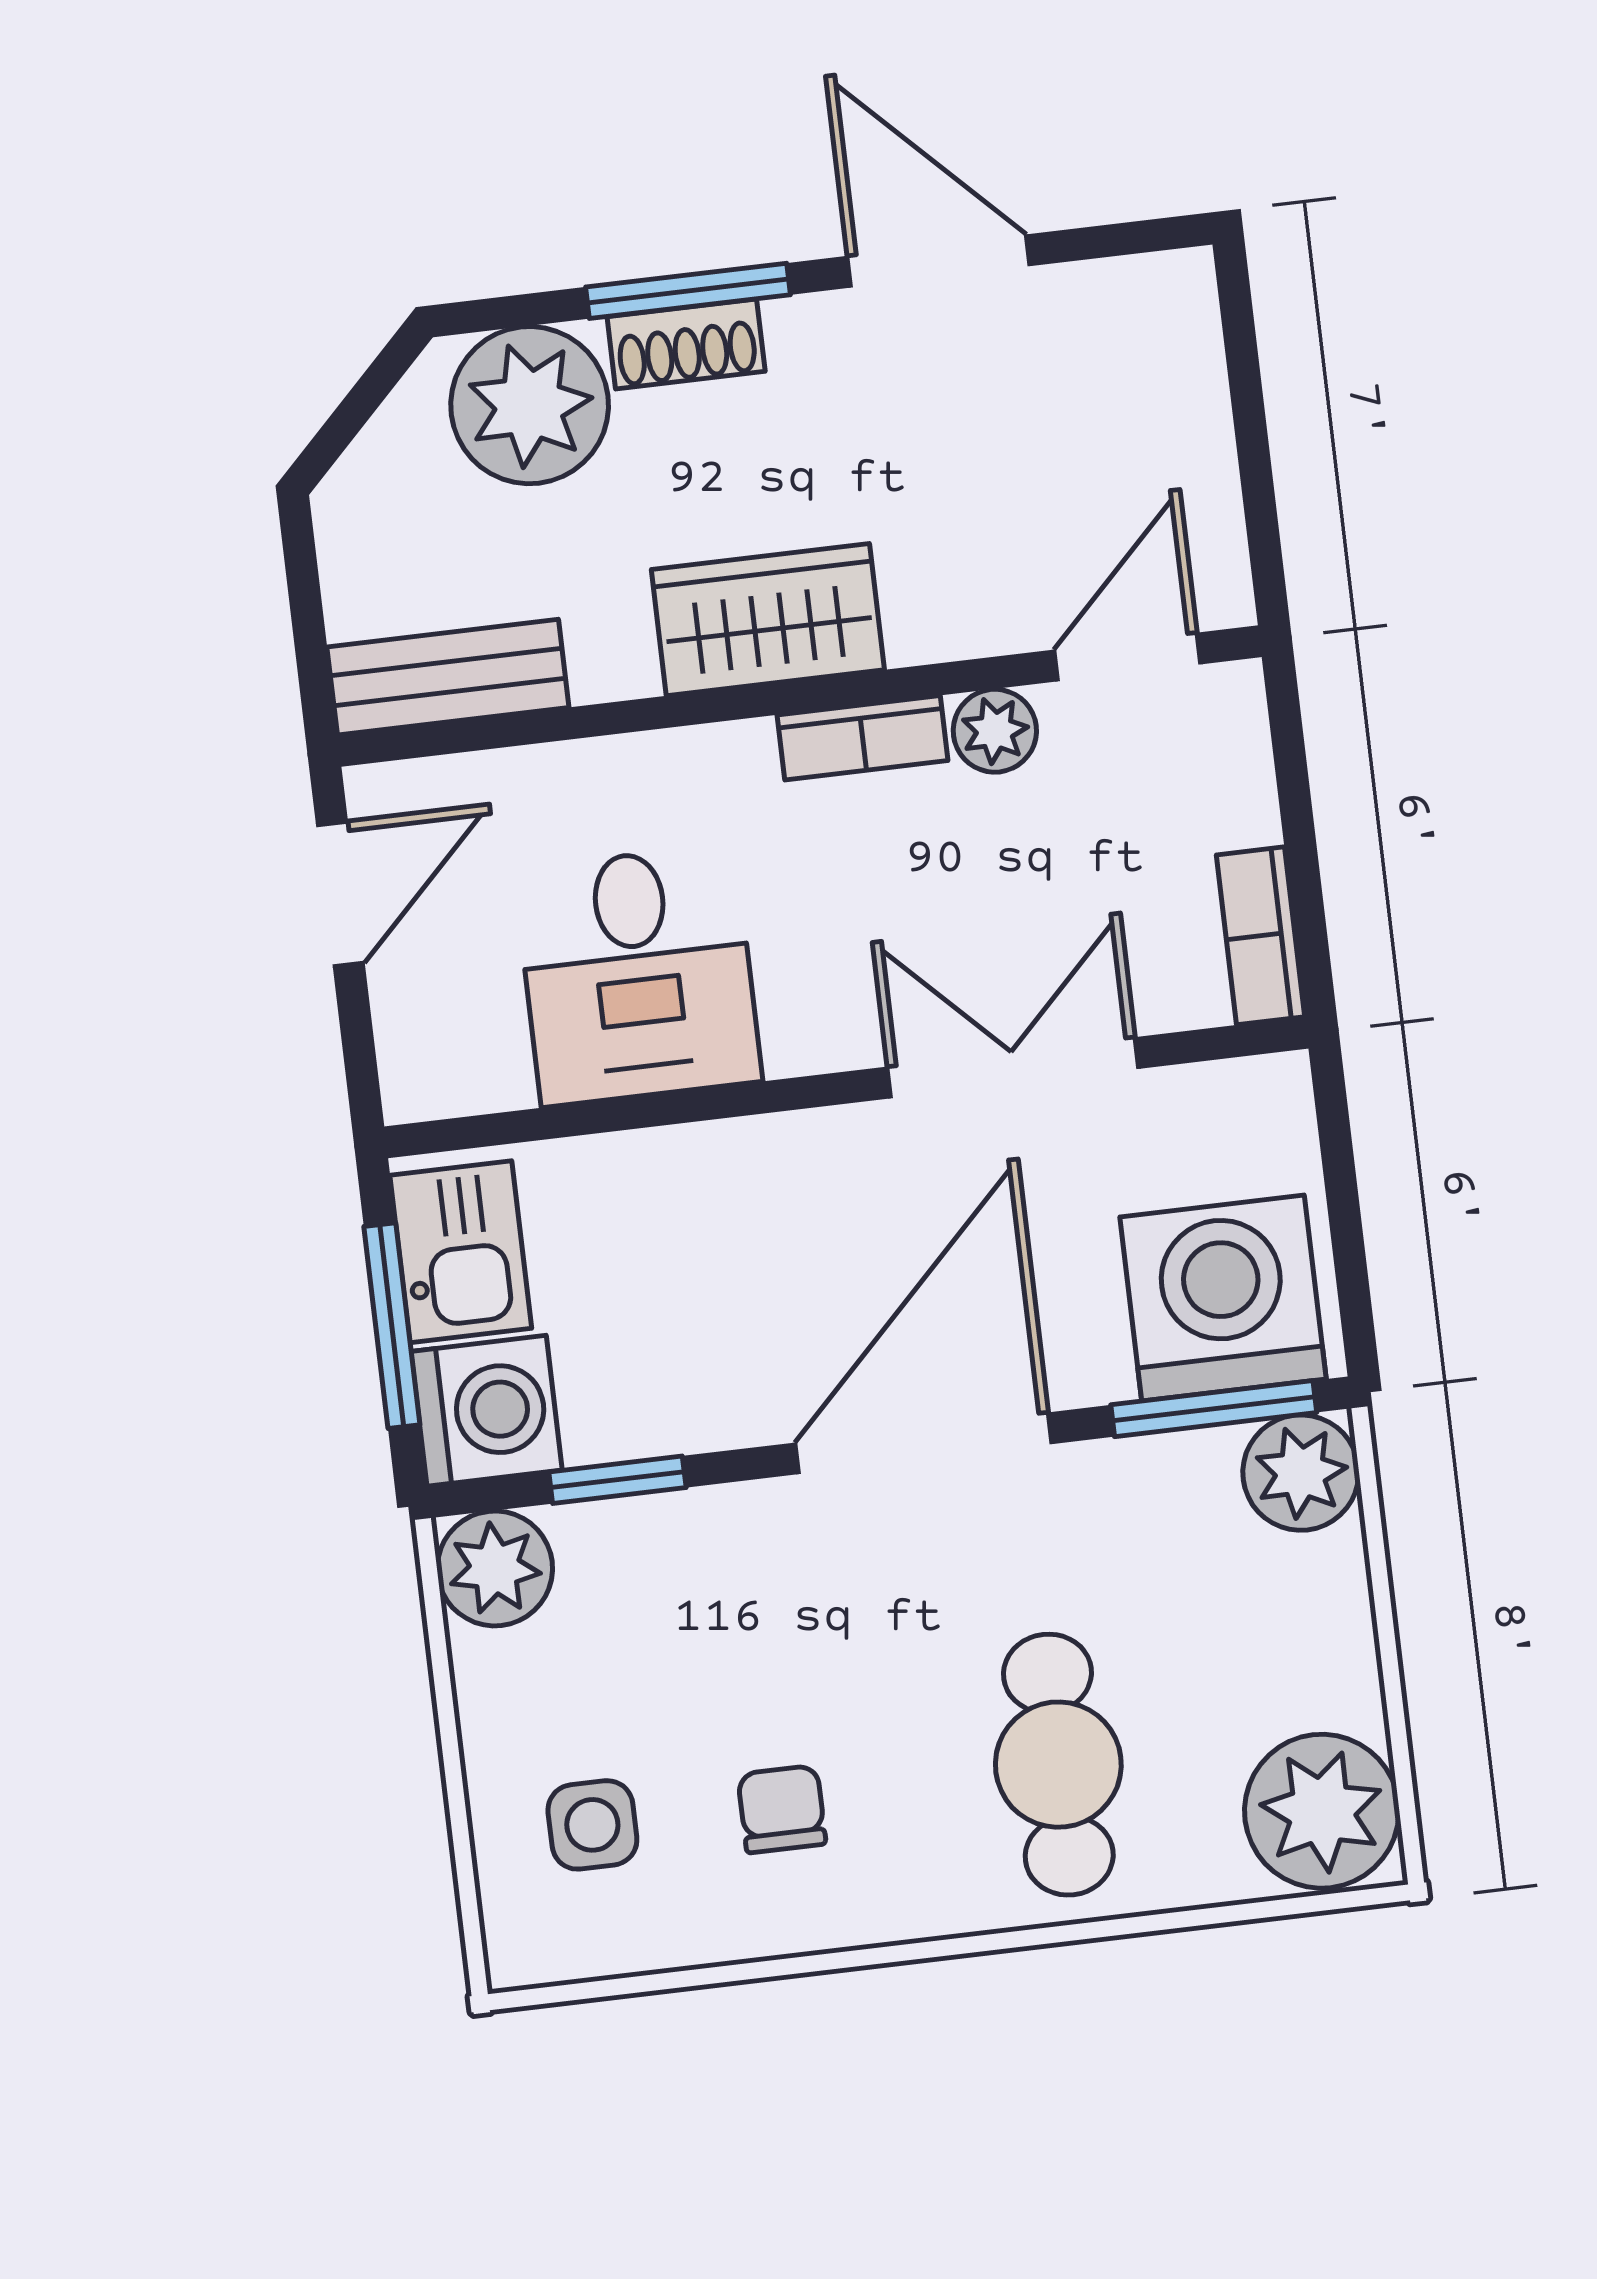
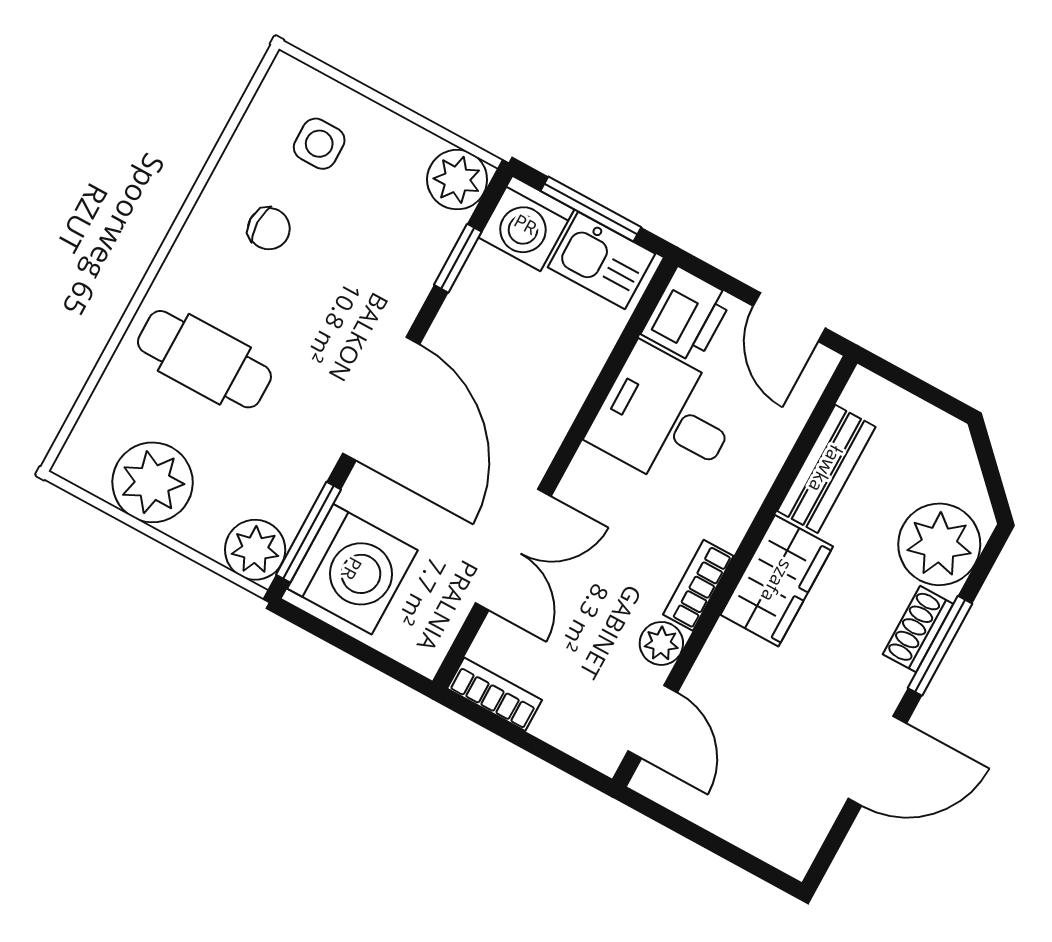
bench: (448, 677) -> (826, 469), moved
printer: (451, 1056) -> (687, 315), added
plant: (1322, 1811) -> (153, 482), moved

